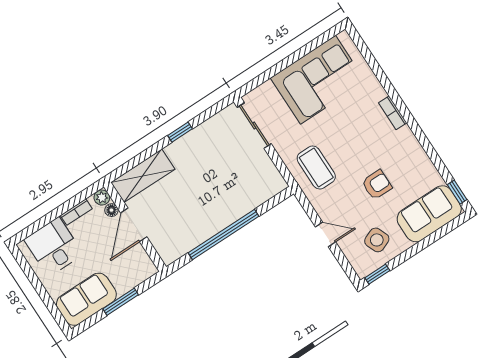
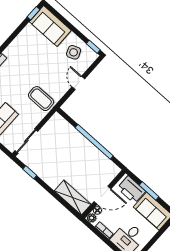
window: (180, 132) -> (30, 172), moved
coffee table: (316, 168) -> (41, 99), turned 90
armchair: (377, 185) -> (42, 61), removed
printer: (130, 274) -> (131, 190), added

